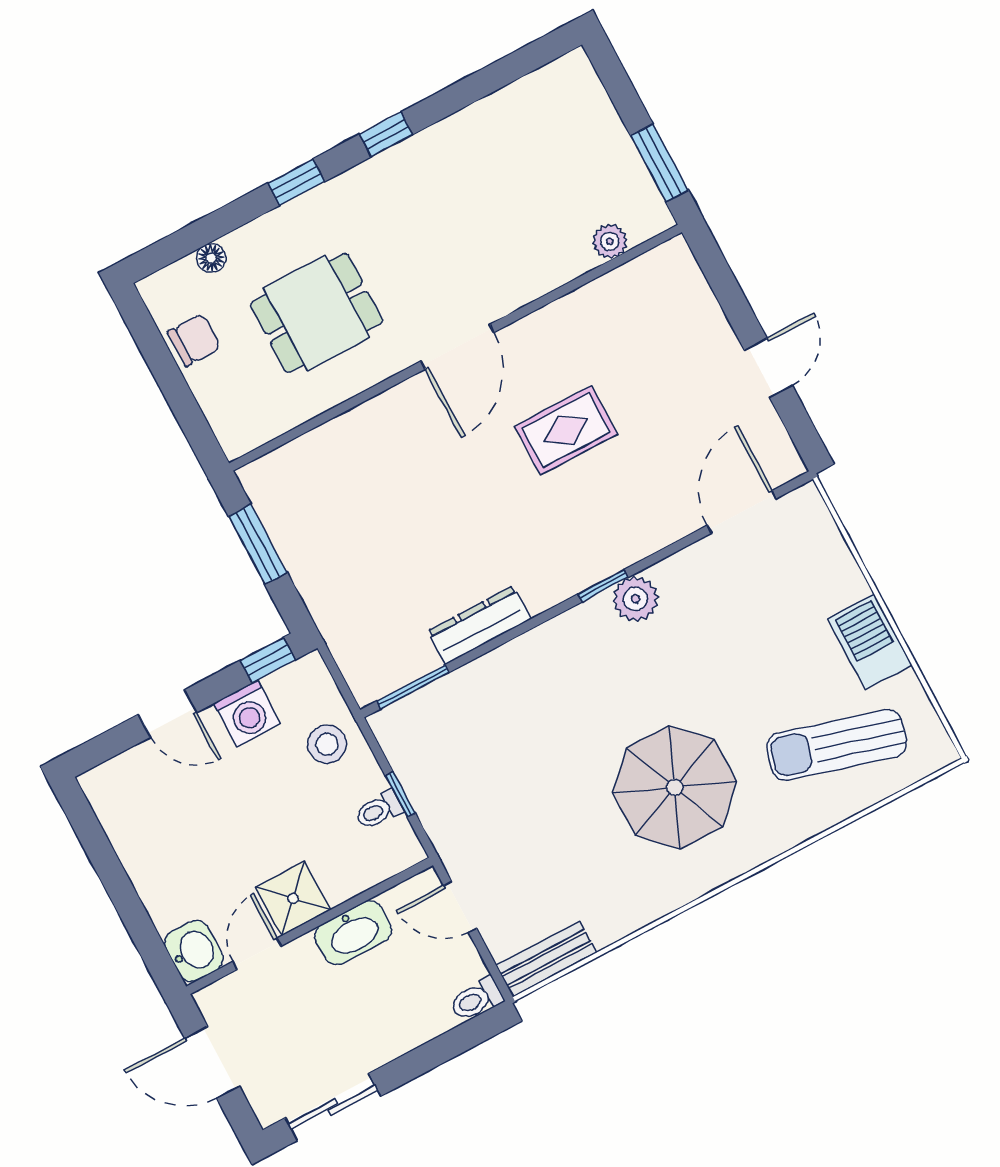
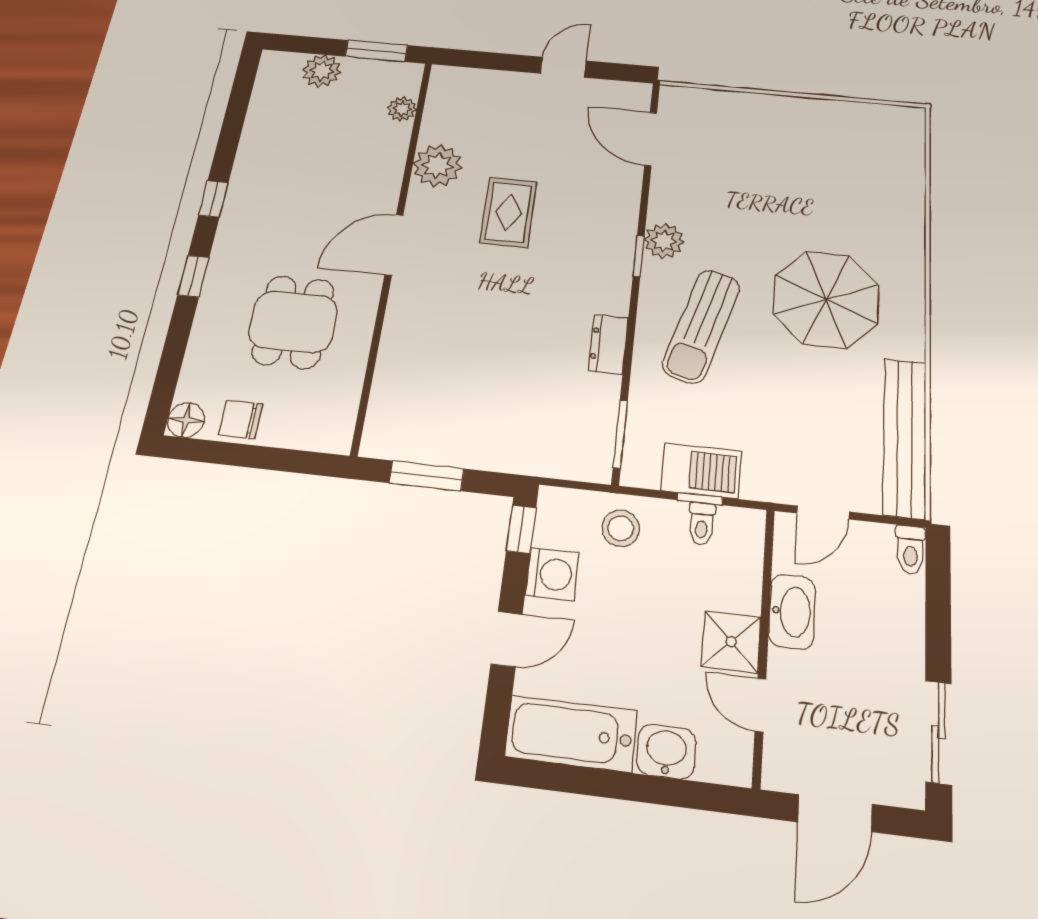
plant: (599, 126) -> (322, 71), added
floor lamp: (211, 258) -> (186, 420), moved, width x1.37, depth x1.37
plant: (570, 325) -> (437, 166), added
chair: (194, 340) -> (240, 419), turned -90
door: (457, 347) -> (394, 245), swing flipped
door: (768, 368) -> (563, 67), hinge flipped
dresser: (479, 625) -> (608, 344), width x0.70
barbecue: (870, 642) -> (701, 471), moved, turned 180
sun lounger: (836, 745) -> (701, 326), moved
bathtub: (129, 818) -> (571, 734), added
washbasin: (194, 951) -> (666, 752), moved
bench: (546, 959) -> (905, 437), width x1.86, depth x1.21

